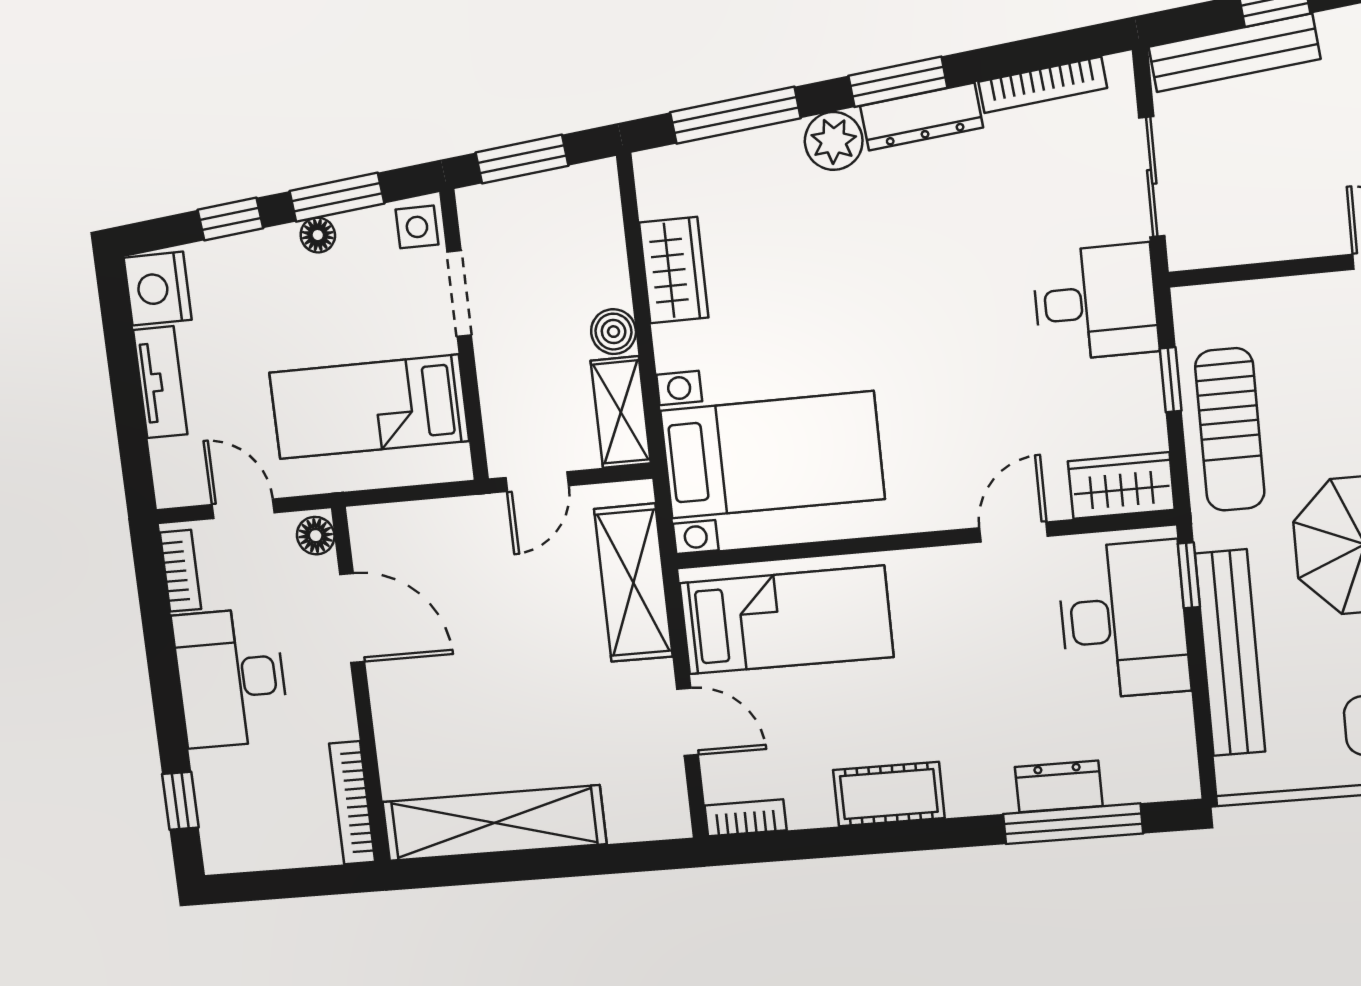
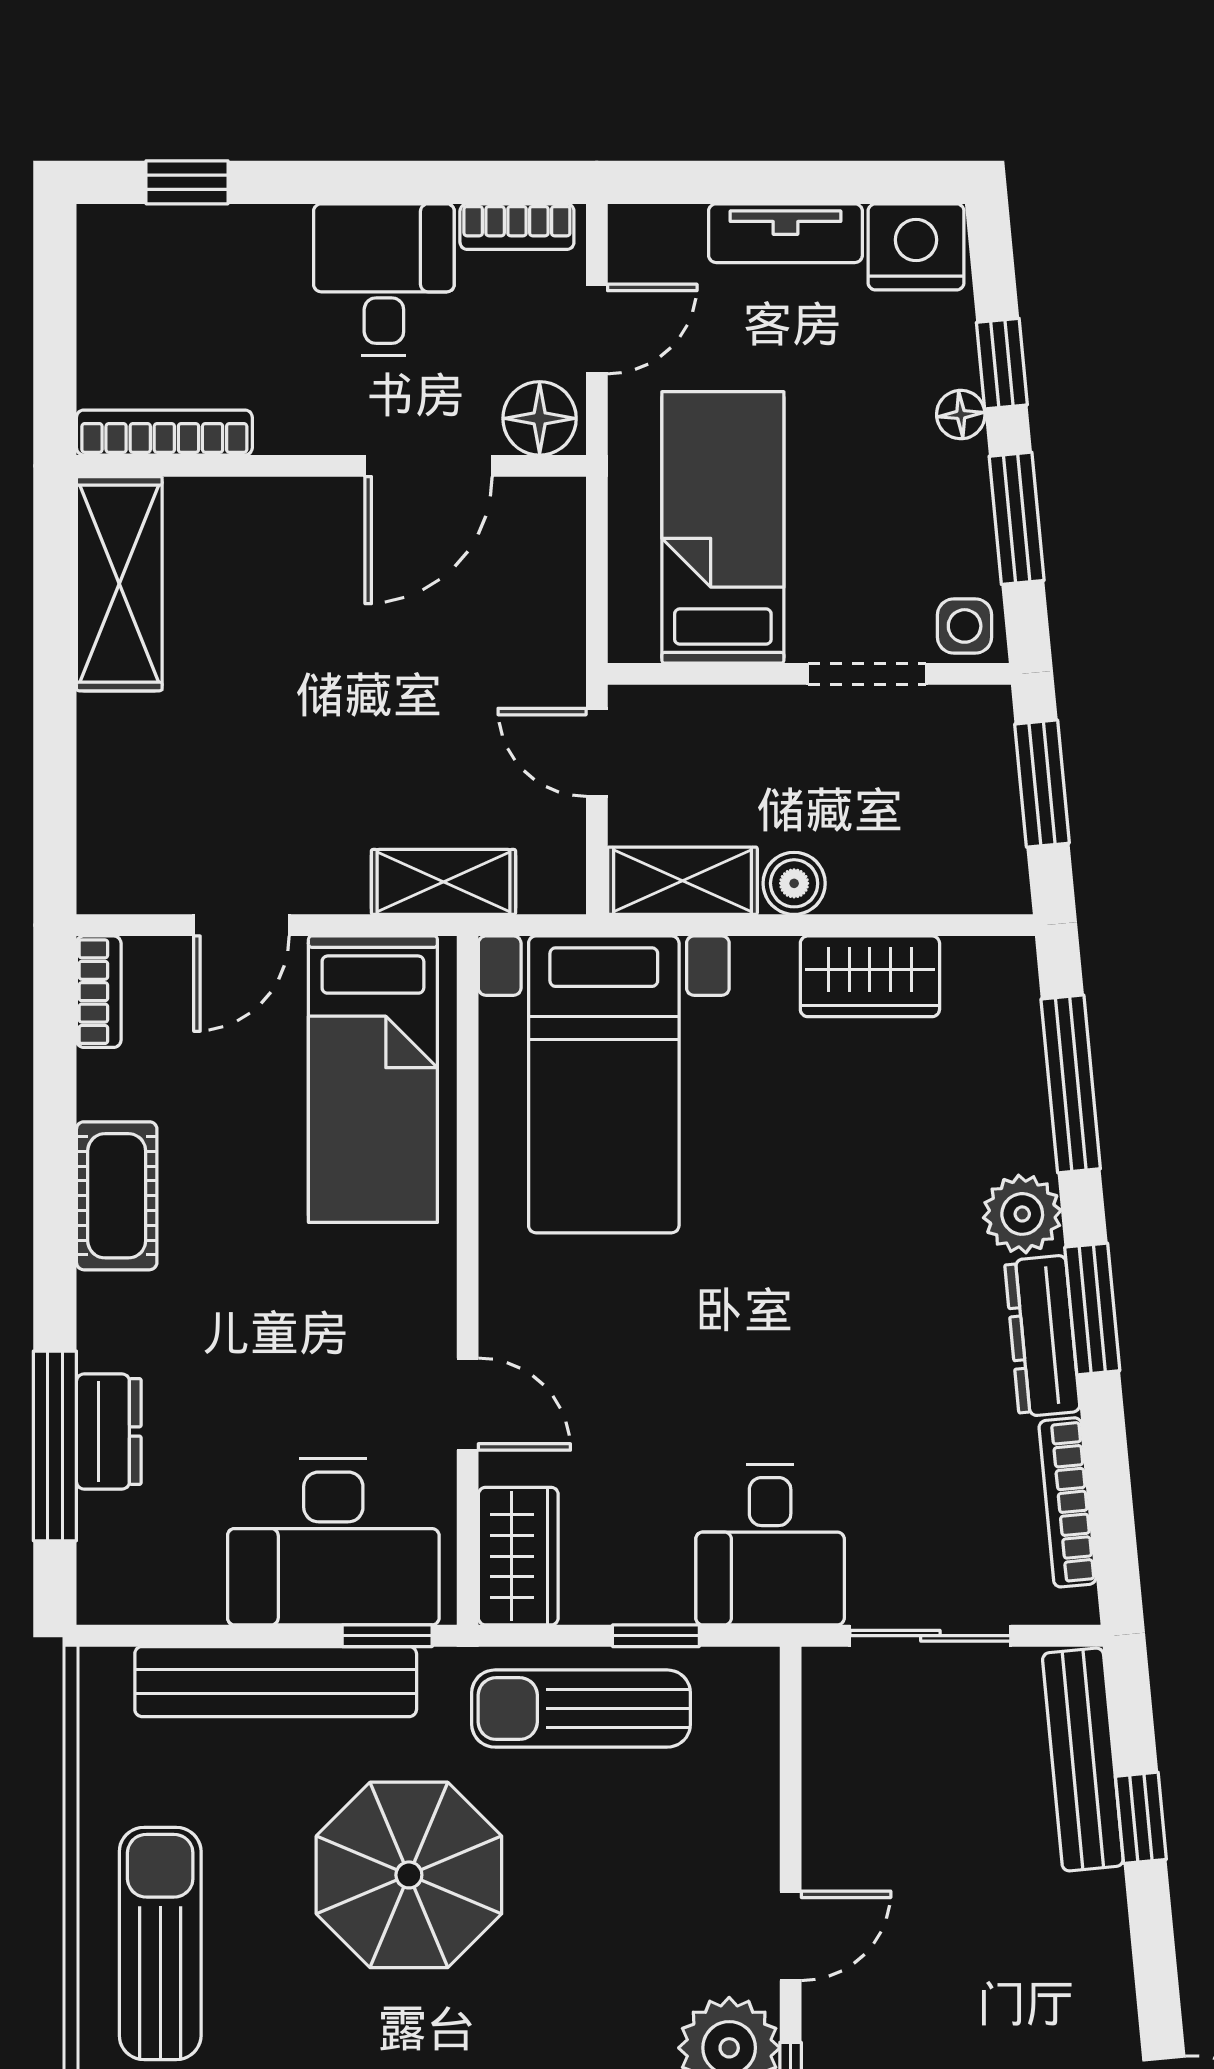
floor lamp: (318, 235) -> (961, 415), moved
floor lamp: (316, 536) -> (540, 418), width x1.37, depth x1.37
shelving: (633, 583) -> (443, 882), width x0.67, depth x0.75
desk: (231, 678) -> (384, 280), width x0.73
shelving: (494, 823) -> (119, 584), width x0.68

